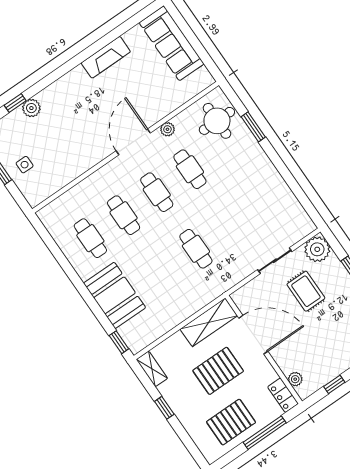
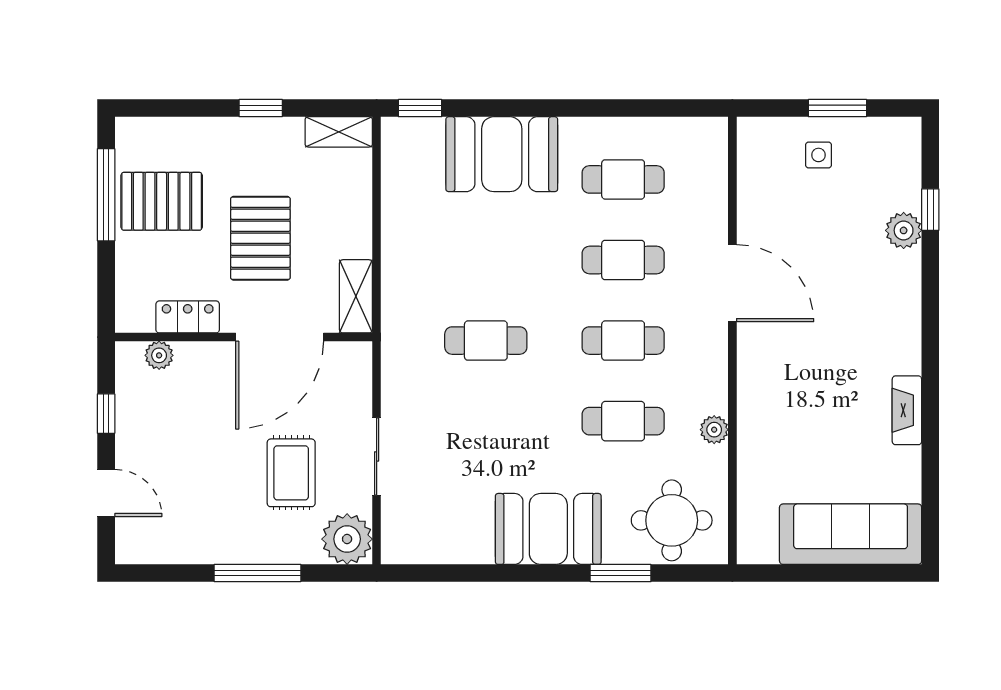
fireplace: (106, 57) -> (907, 410), width x0.73, depth x0.76
door: (133, 142) -> (732, 283), moved
booth: (256, 169) -> (548, 529), added
rug: (306, 291) -> (291, 473), turned 90
shelving: (209, 322) -> (356, 296), width x0.67, depth x0.75
locker: (283, 395) -> (188, 317), moved
pallet: (231, 422) -> (162, 201), turned 90
window: (265, 433) -> (106, 195), moved

